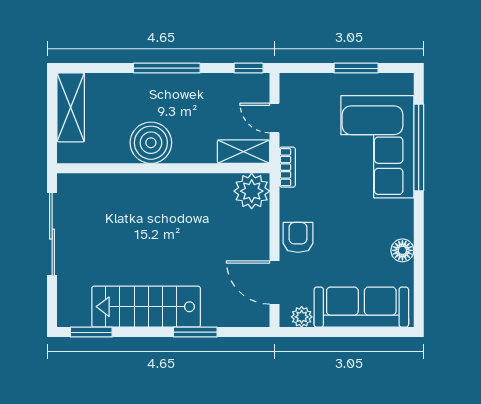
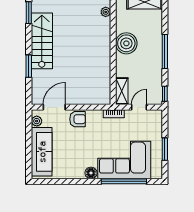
plant: (252, 191) -> (106, 12), moved, width x0.53, depth x0.53
floor lamp: (402, 250) -> (91, 173), moved

